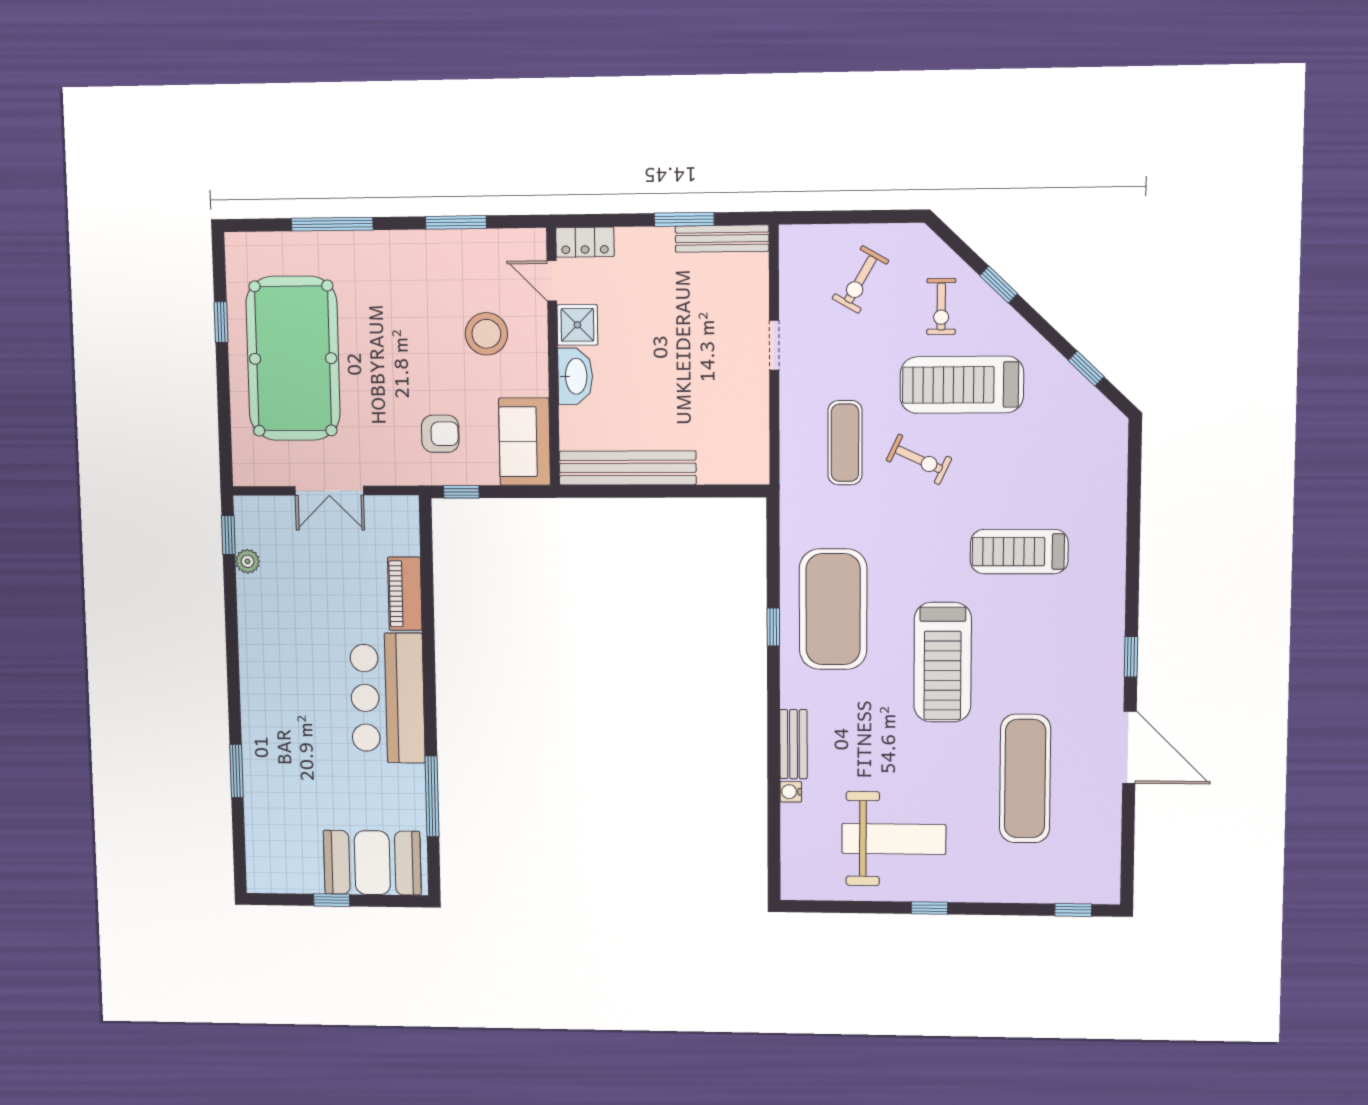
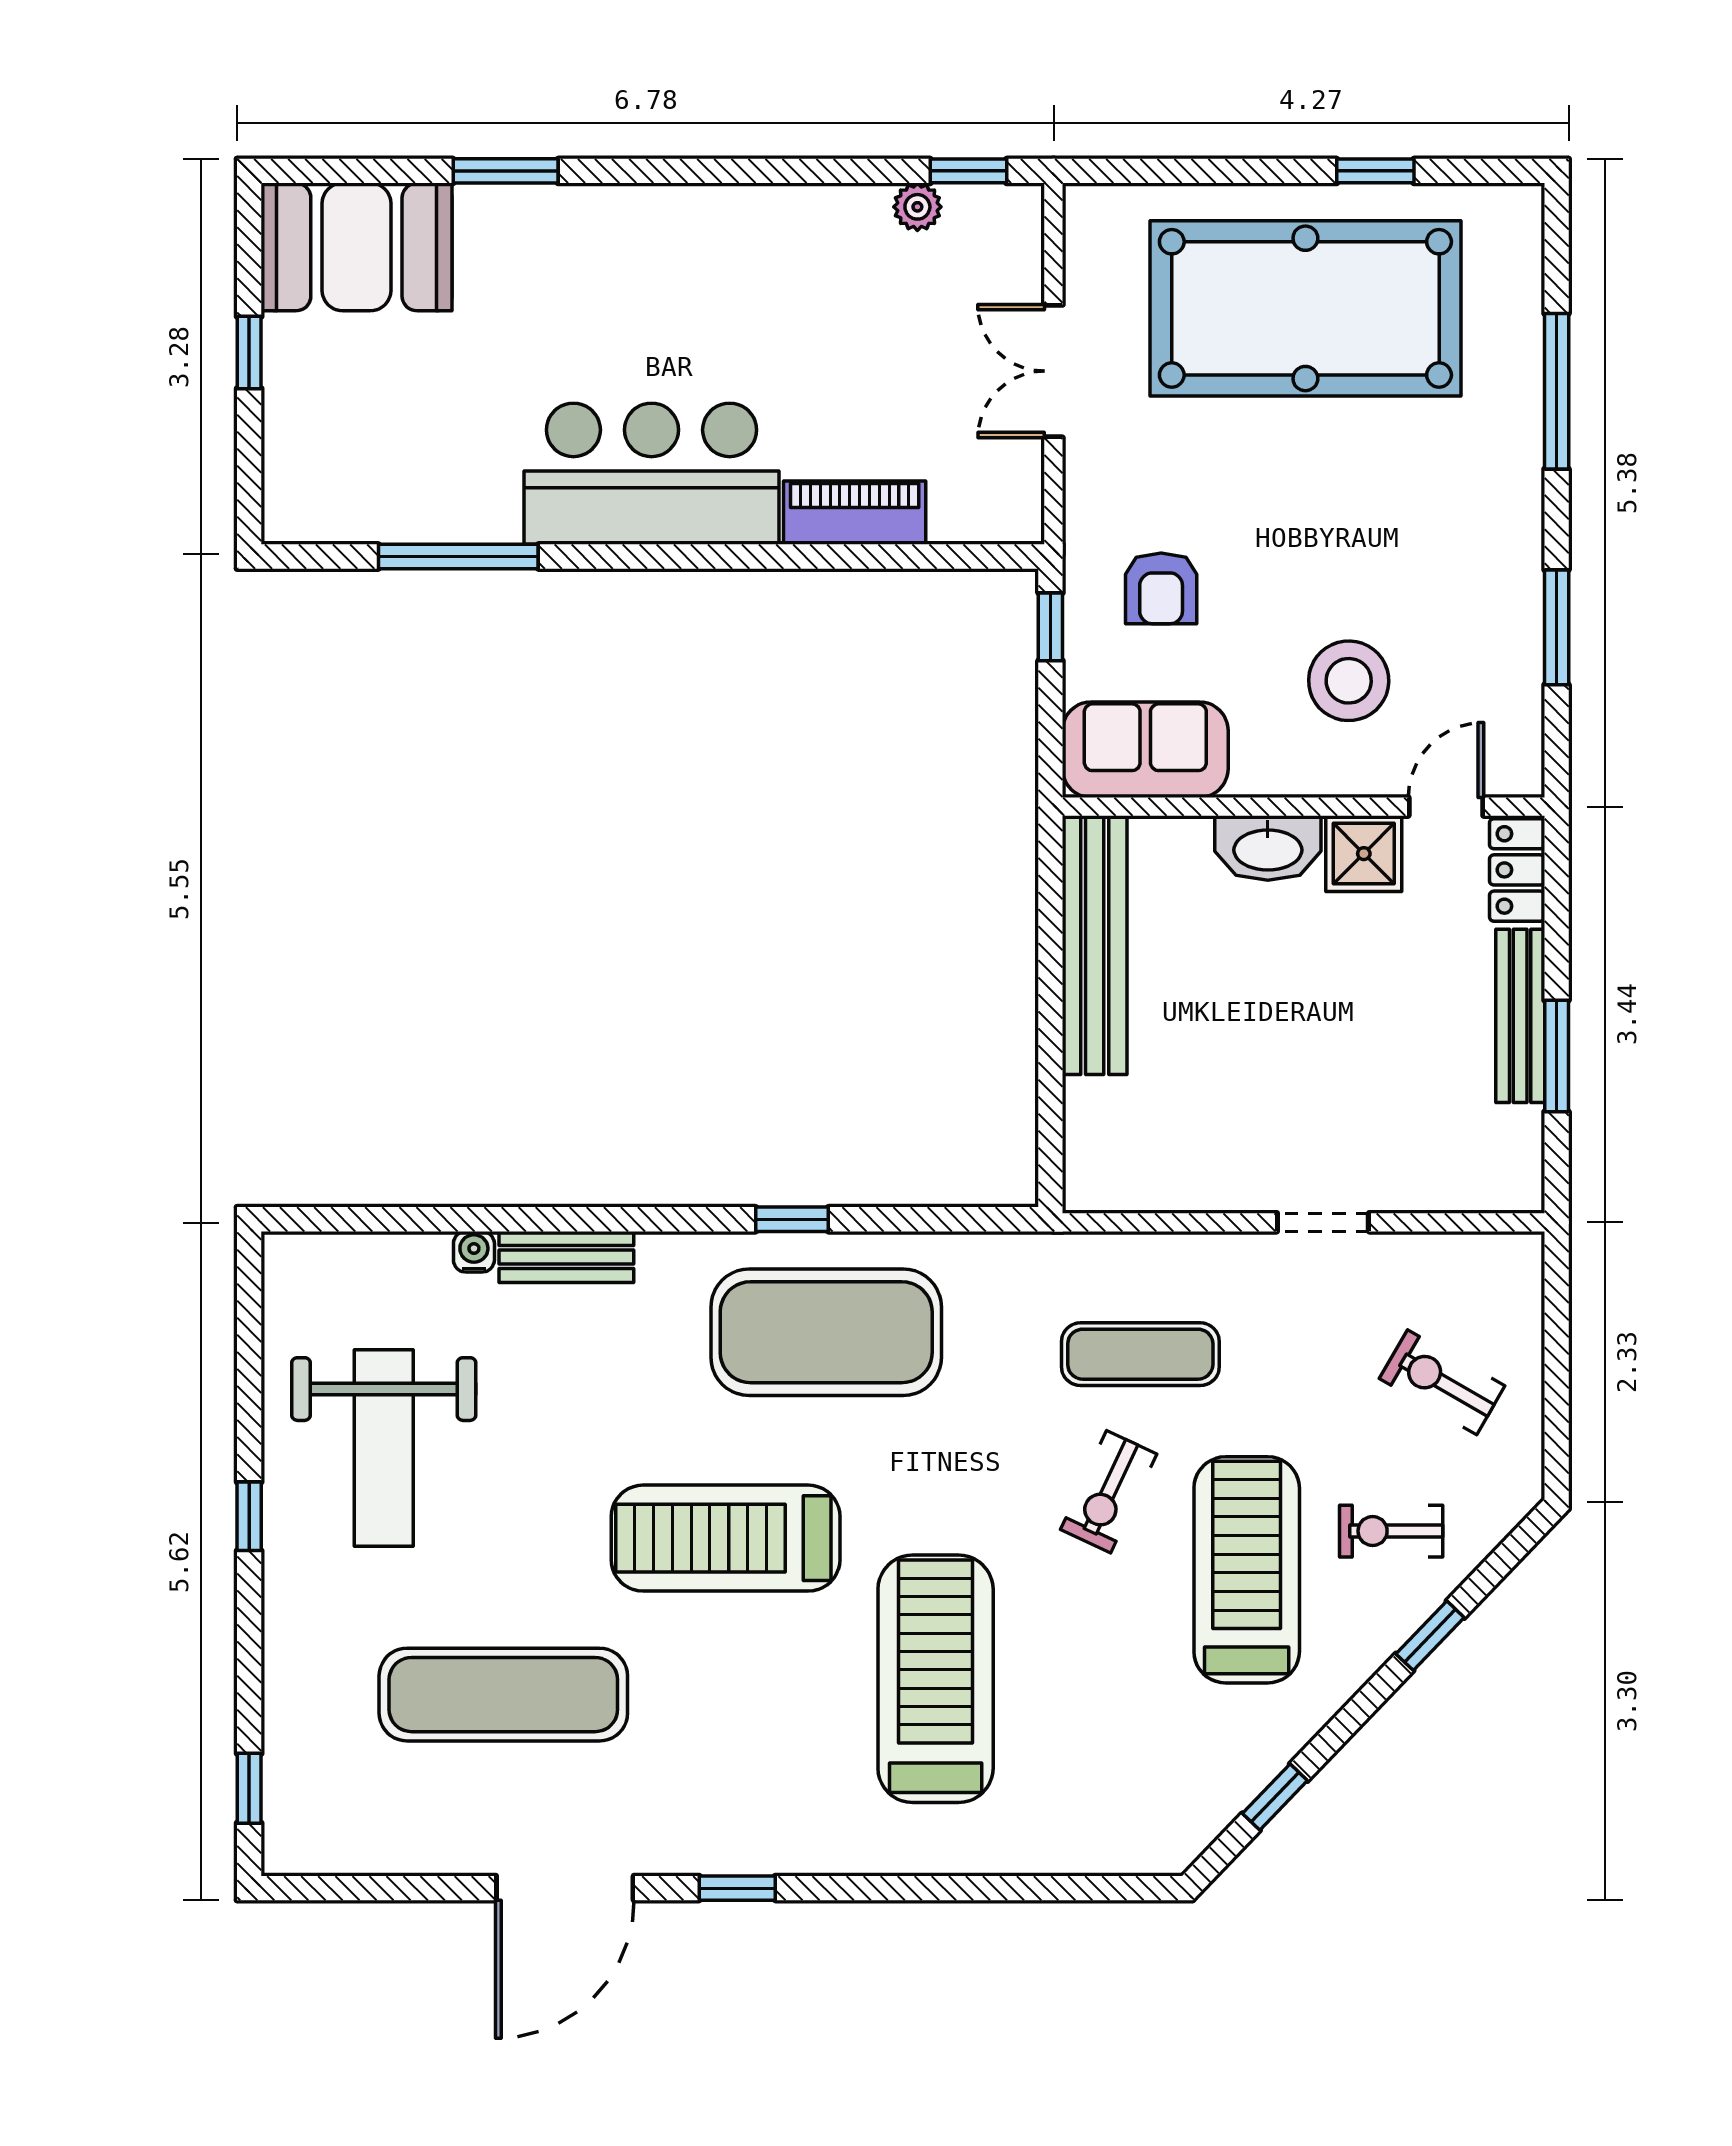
bench: (722, 239) -> (1520, 1016), moved
treadmill: (1019, 552) -> (936, 1679), width x1.37, depth x1.38
booth: (372, 863) -> (356, 247), moved, turned 90

